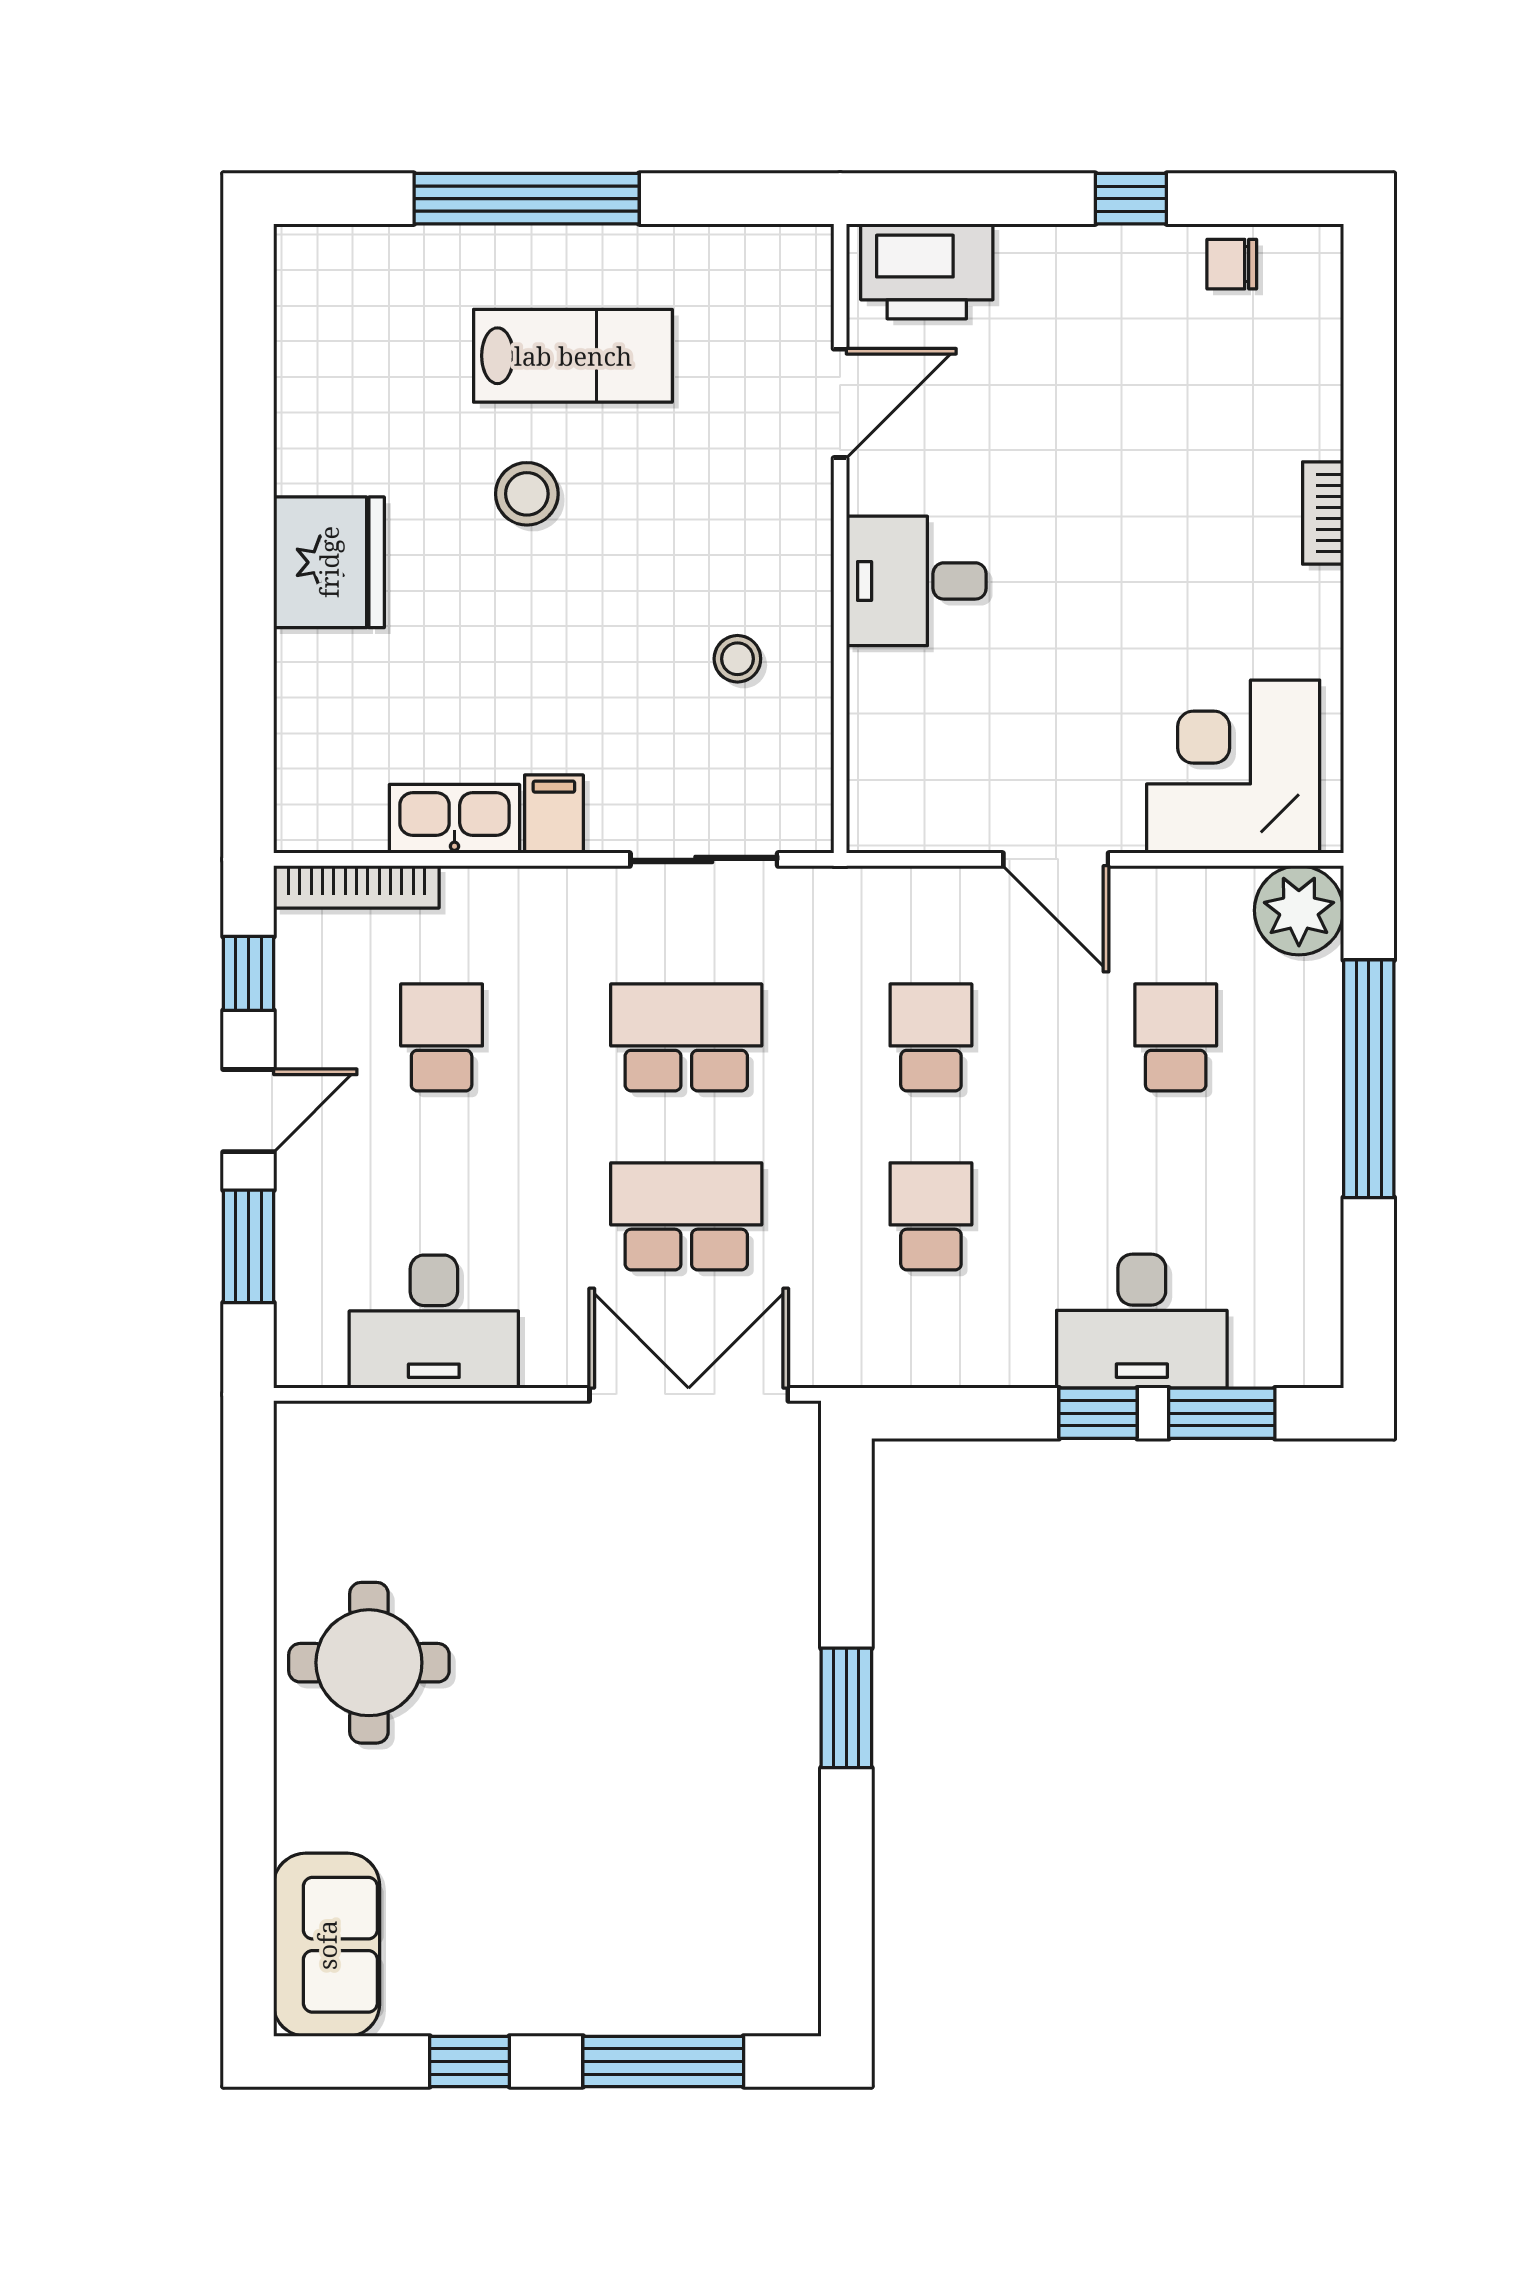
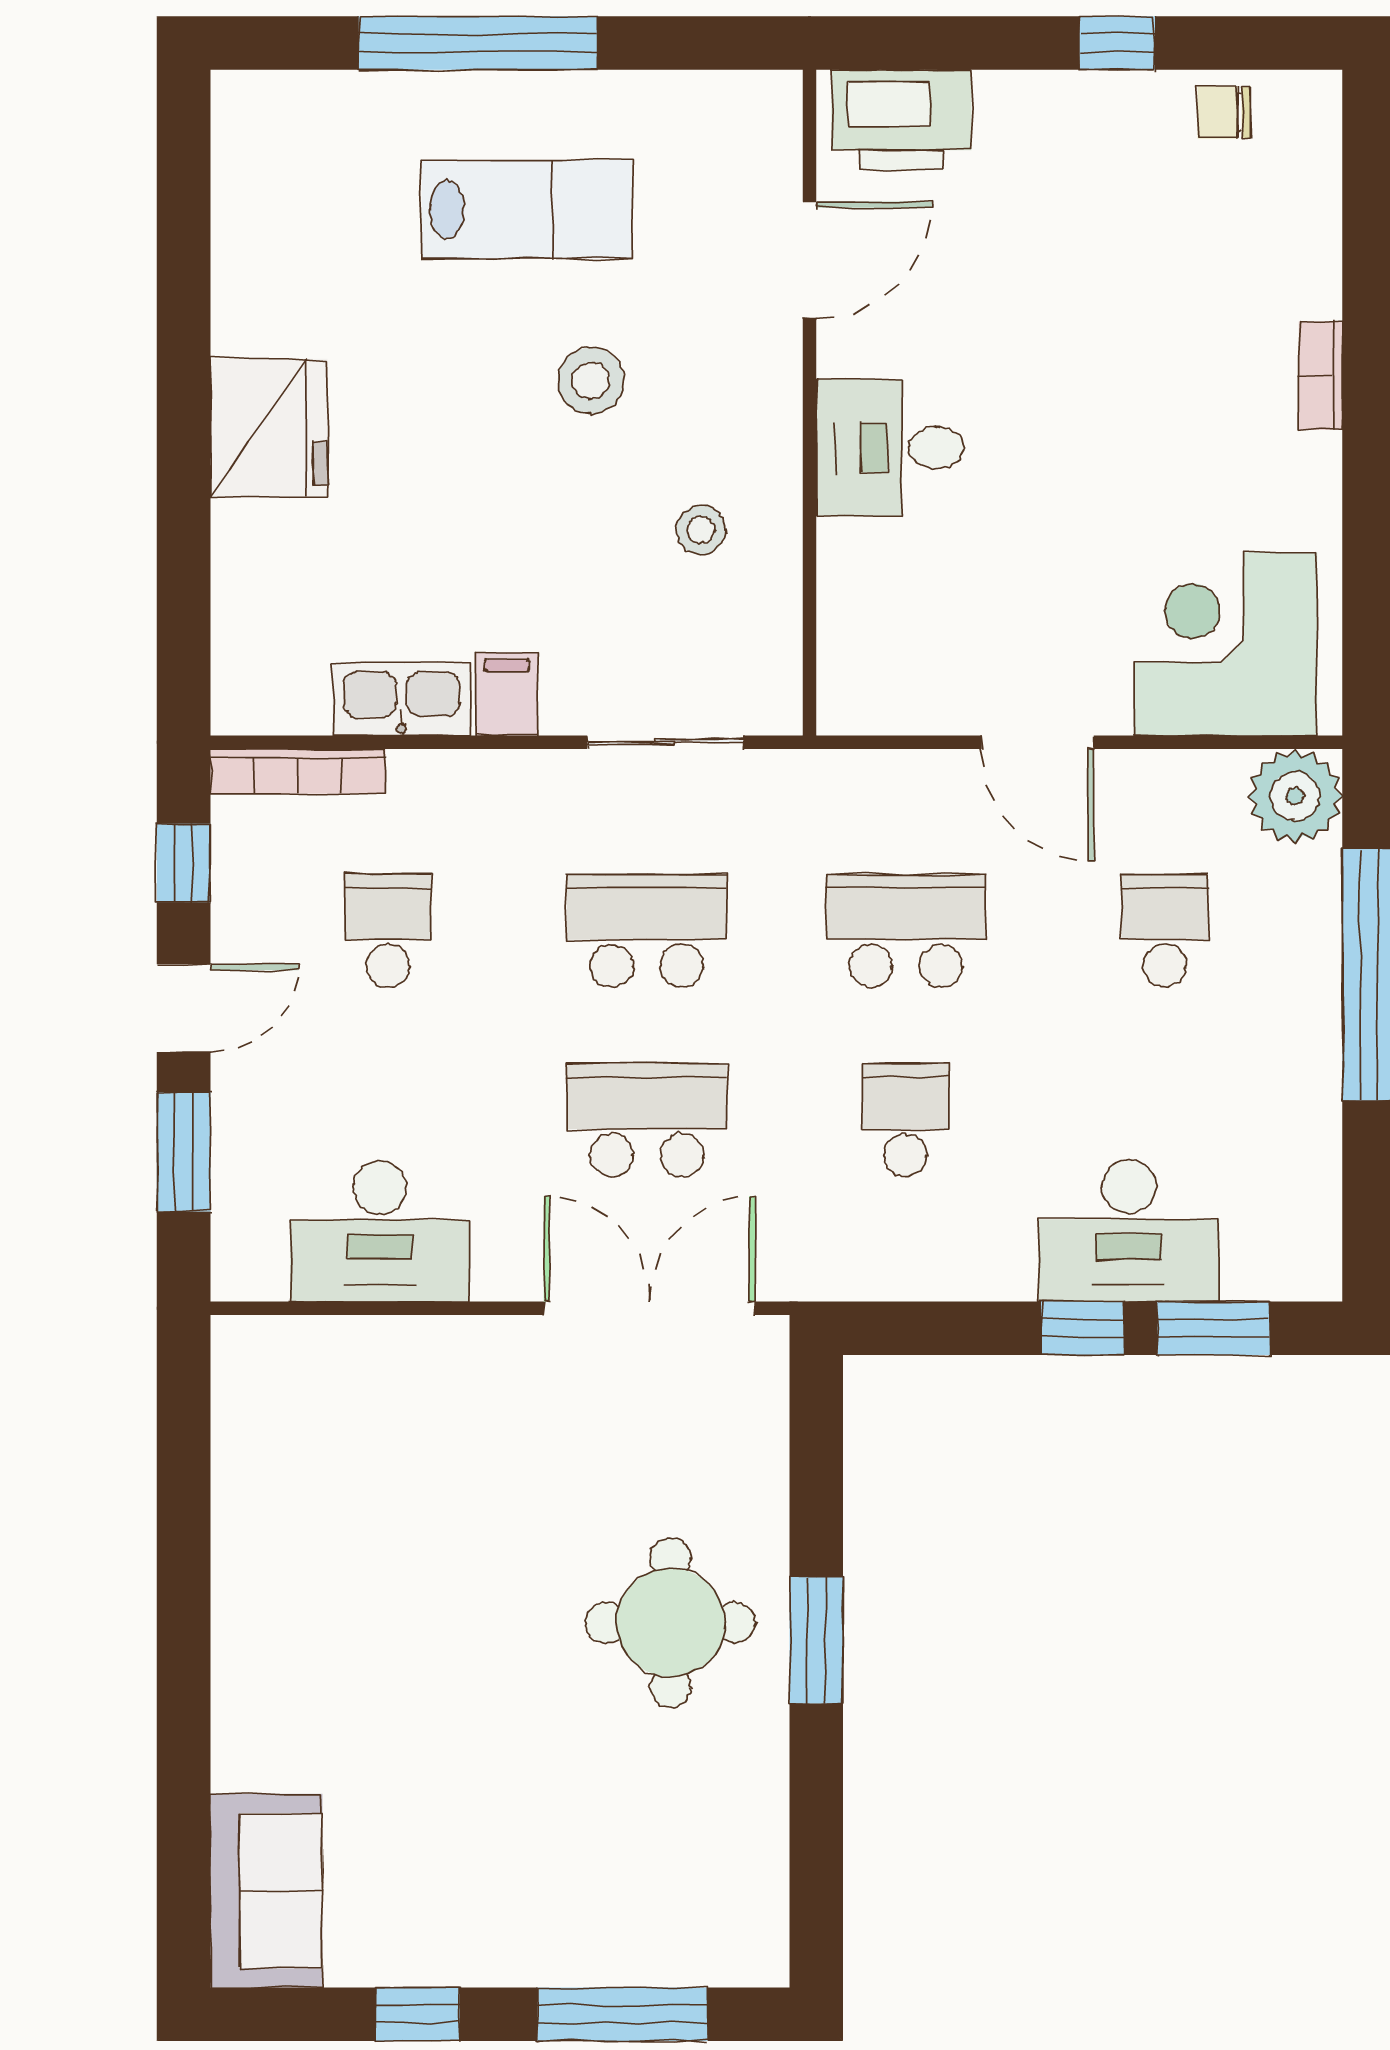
stool: (527, 494) -> (591, 381), moved
school desk: (931, 1037) -> (906, 931), width x1.85
round table: (369, 1663) -> (671, 1623), moved

